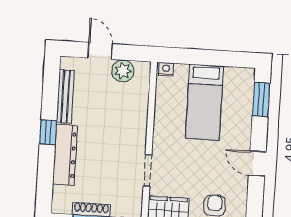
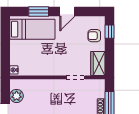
window: (261, 100) -> (39, 11), moved
bed: (204, 102) -> (32, 29), moved

